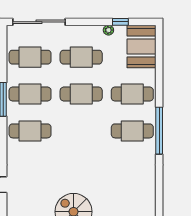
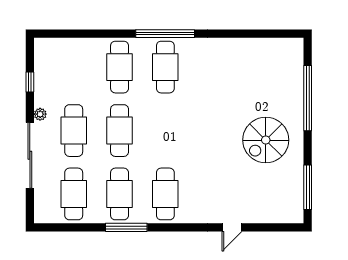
sliding door: (39, 22) -> (30, 155), moved
plant: (108, 30) -> (40, 114), moved
booth: (142, 47) -> (61, 56), removed

